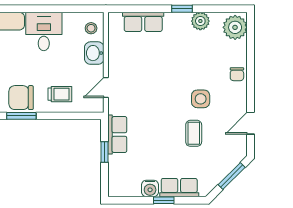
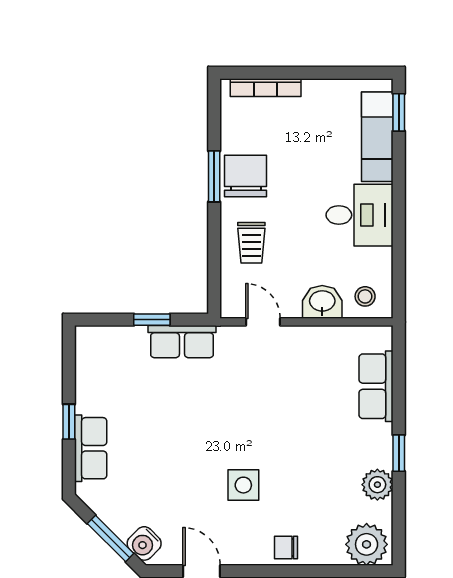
coffee table: (194, 133) -> (184, 473), removed
water cooler: (150, 188) -> (144, 543), moved, turned -45

